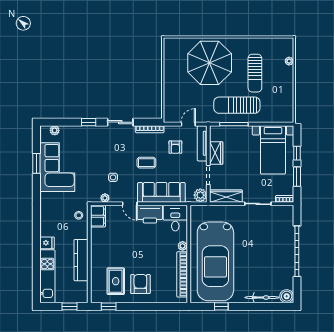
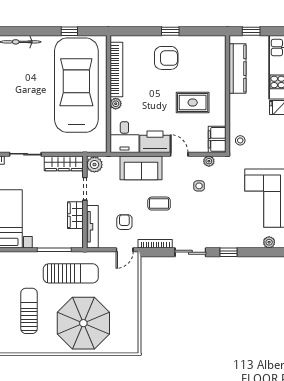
sun lounger: (237, 105) -> (71, 273), moved
door: (188, 124) -> (125, 250), moved
sofa: (161, 192) -> (141, 168), width x0.73
kitchen counter: (81, 260) -> (237, 69), moved
rug: (116, 281) -> (193, 102), moved, turned 90
armchair: (140, 284) -> (166, 58), turned -90
window: (109, 306) -> (170, 31), moved

